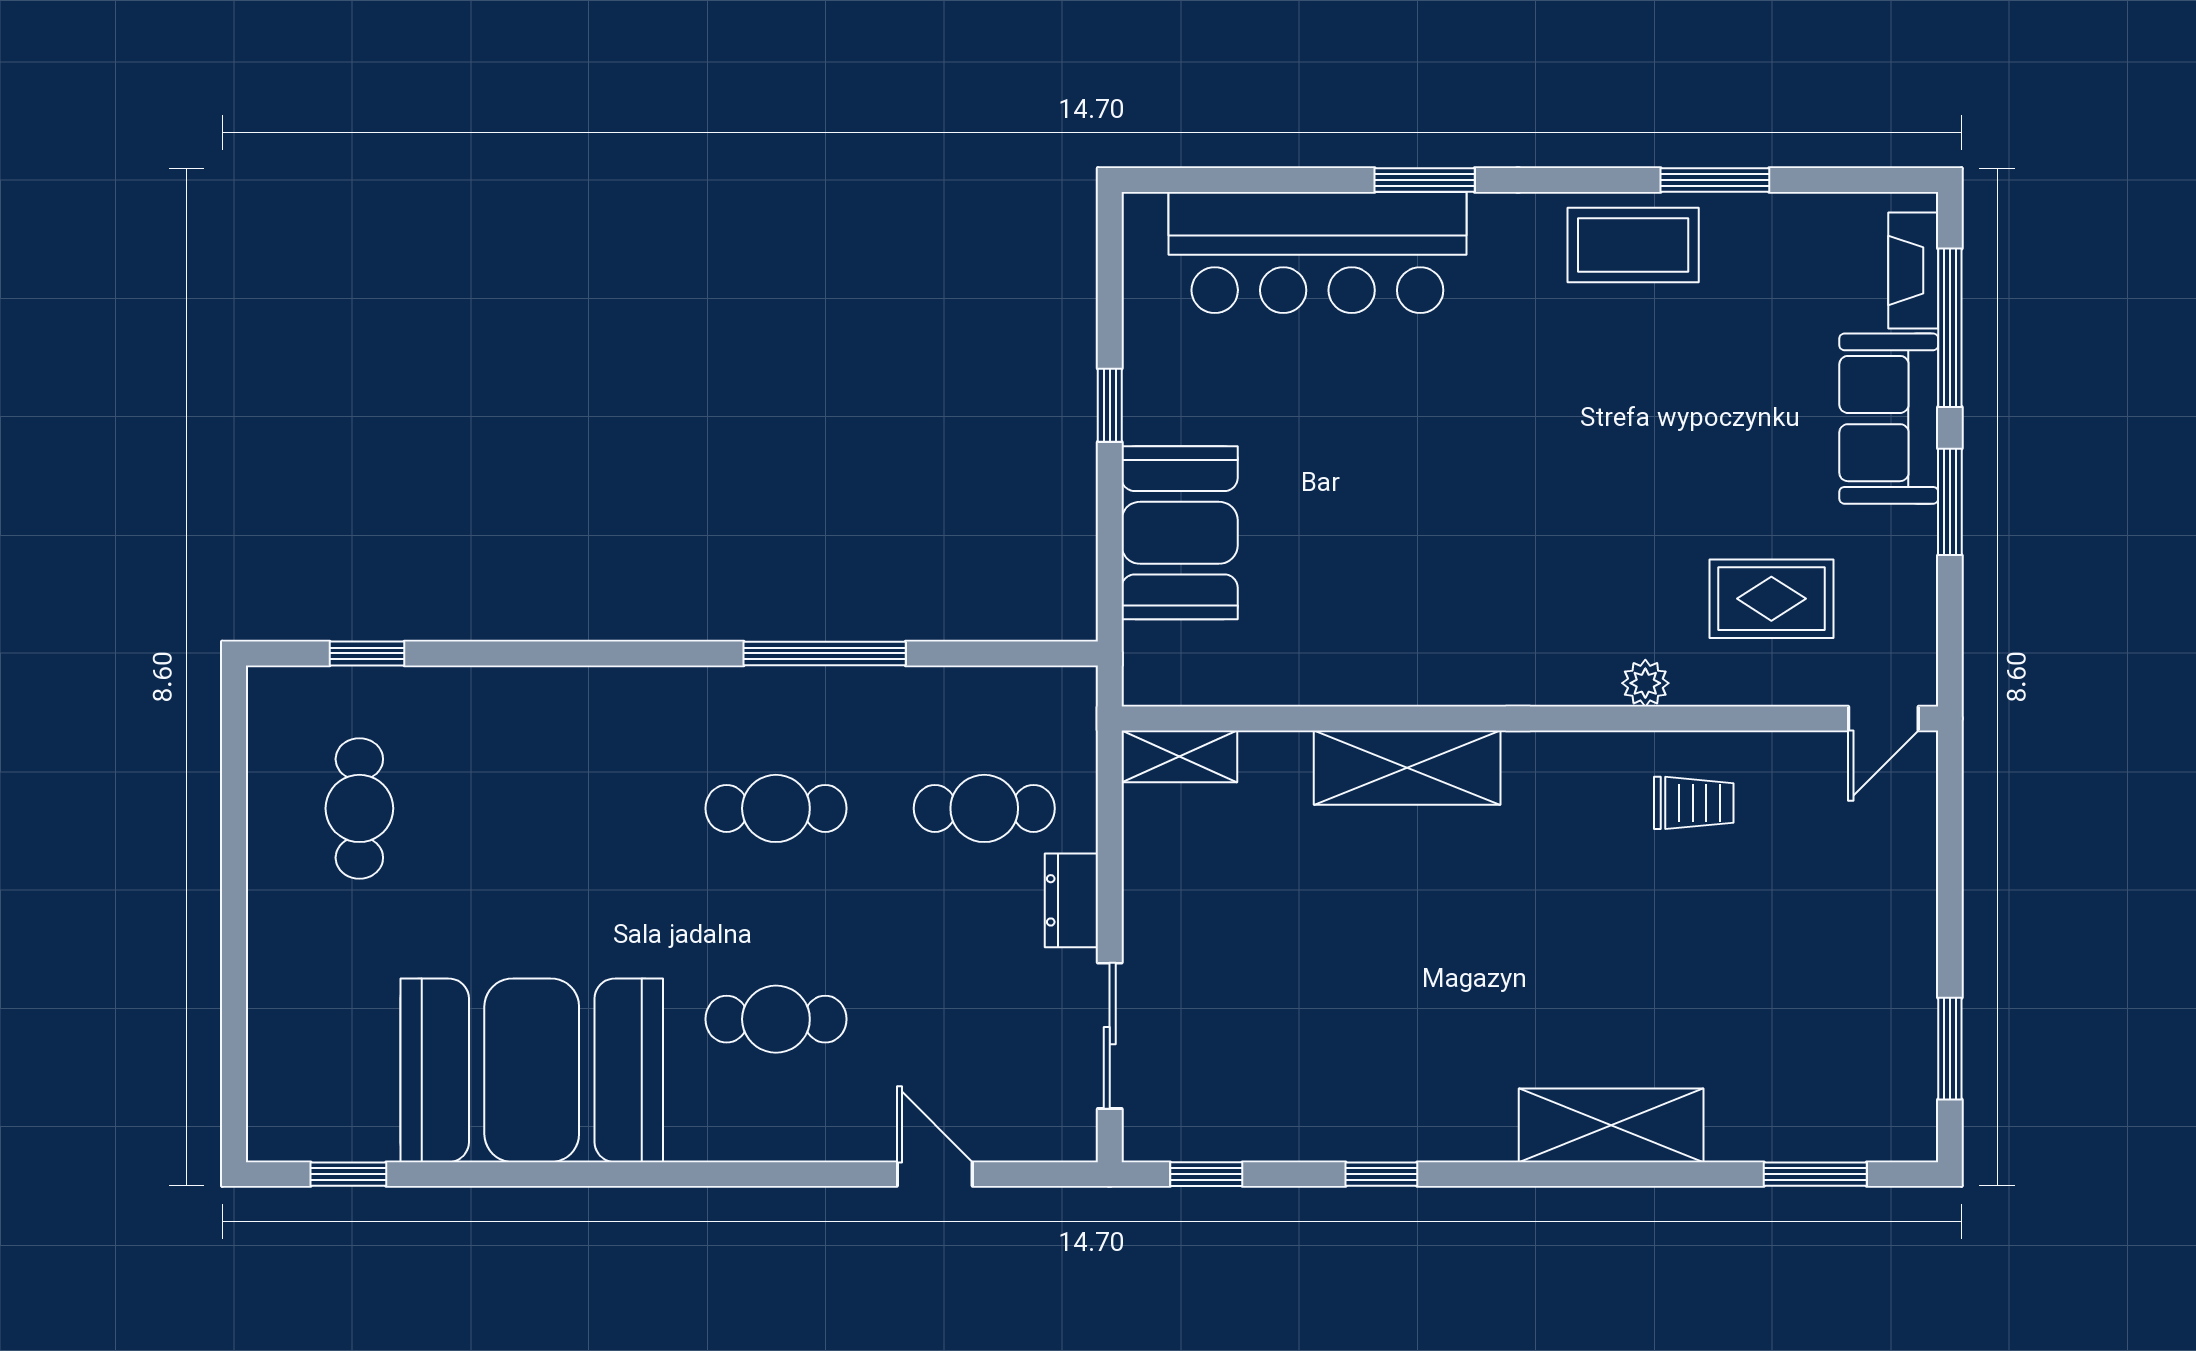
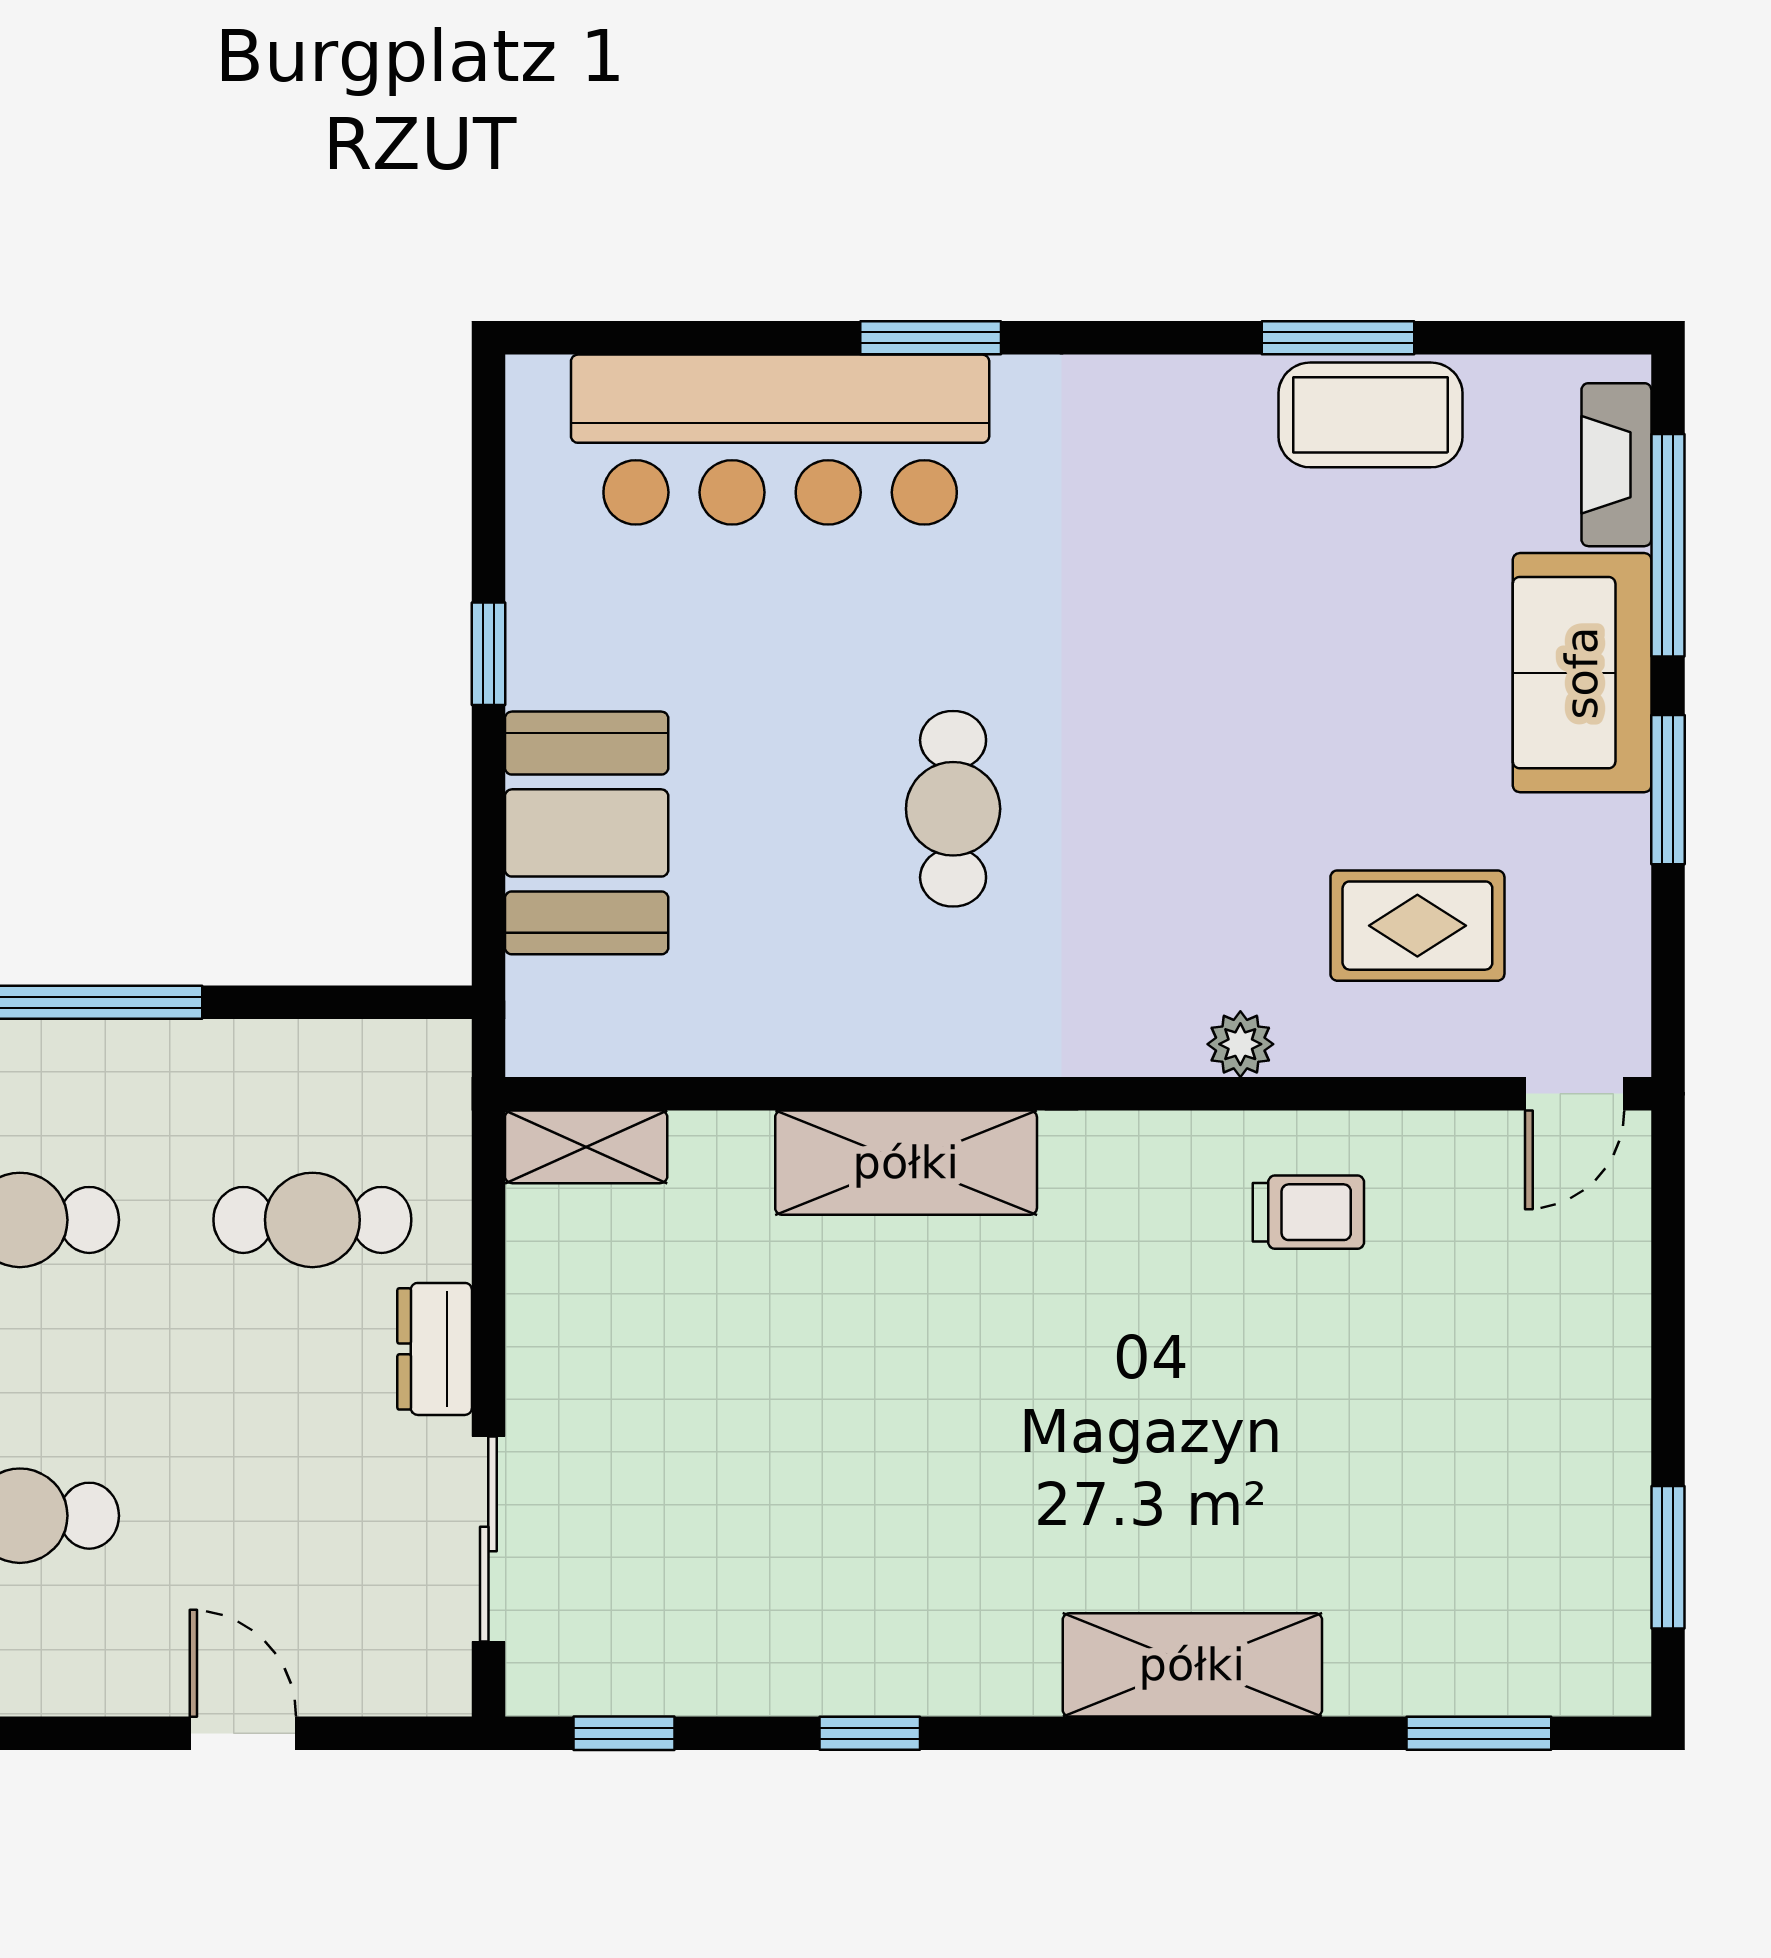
coffee table: (1633, 245) -> (1370, 415), moved
cafe table: (1441, 516) -> (953, 809), added

